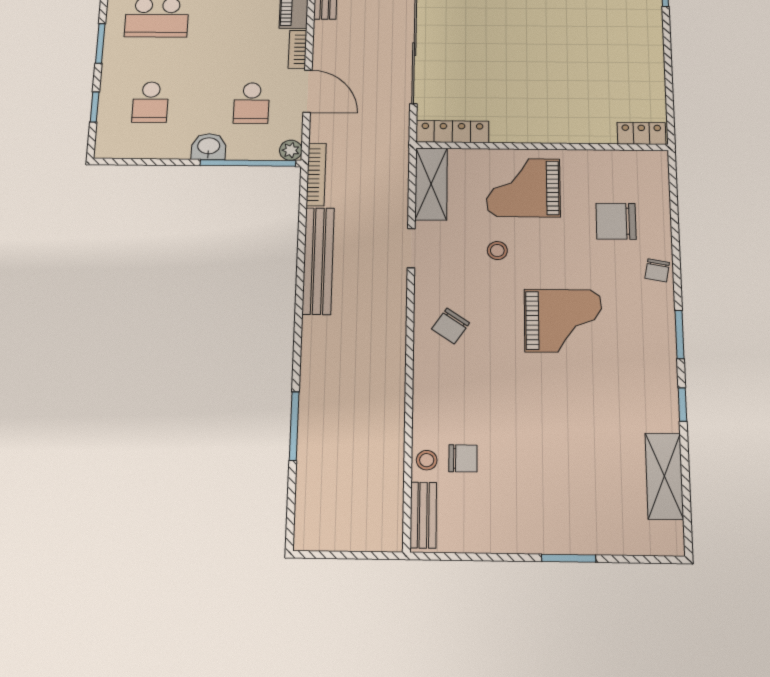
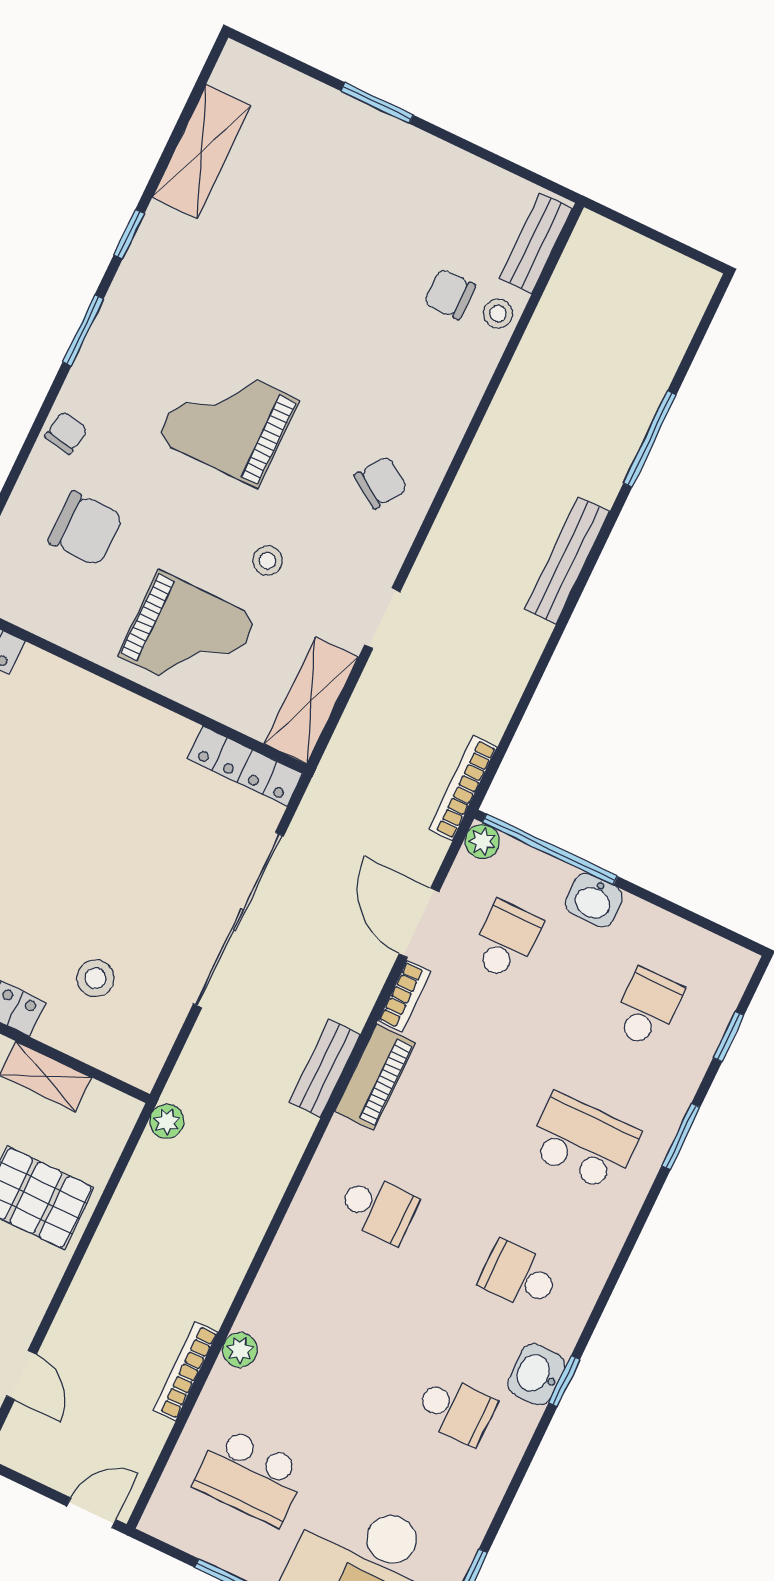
bench: (318, 261) -> (567, 560), moved, width x0.73, depth x0.82

